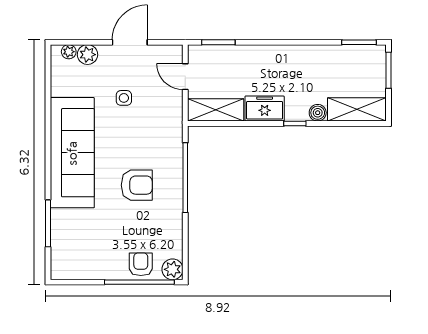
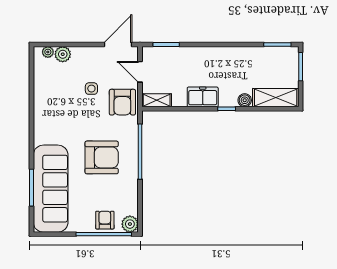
door: (130, 42) -> (118, 44), moved
shelving: (216, 110) -> (157, 100), width x0.67, depth x0.75
armchair: (163, 115) -> (122, 102), added
sofa: (72, 153) -> (51, 189), moved
armchair: (137, 185) -> (102, 157), width x1.36, depth x1.36

